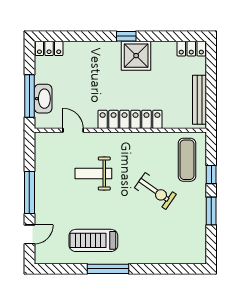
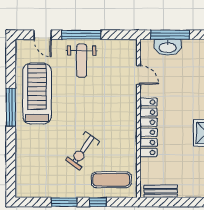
bench: (199, 100) -> (161, 191), width x0.73
door: (73, 130) -> (138, 75), hinge flipped
weight bench: (93, 173) -> (82, 61), moved, turned 180
treadmill: (93, 240) -> (37, 94), width x1.37, depth x1.37

